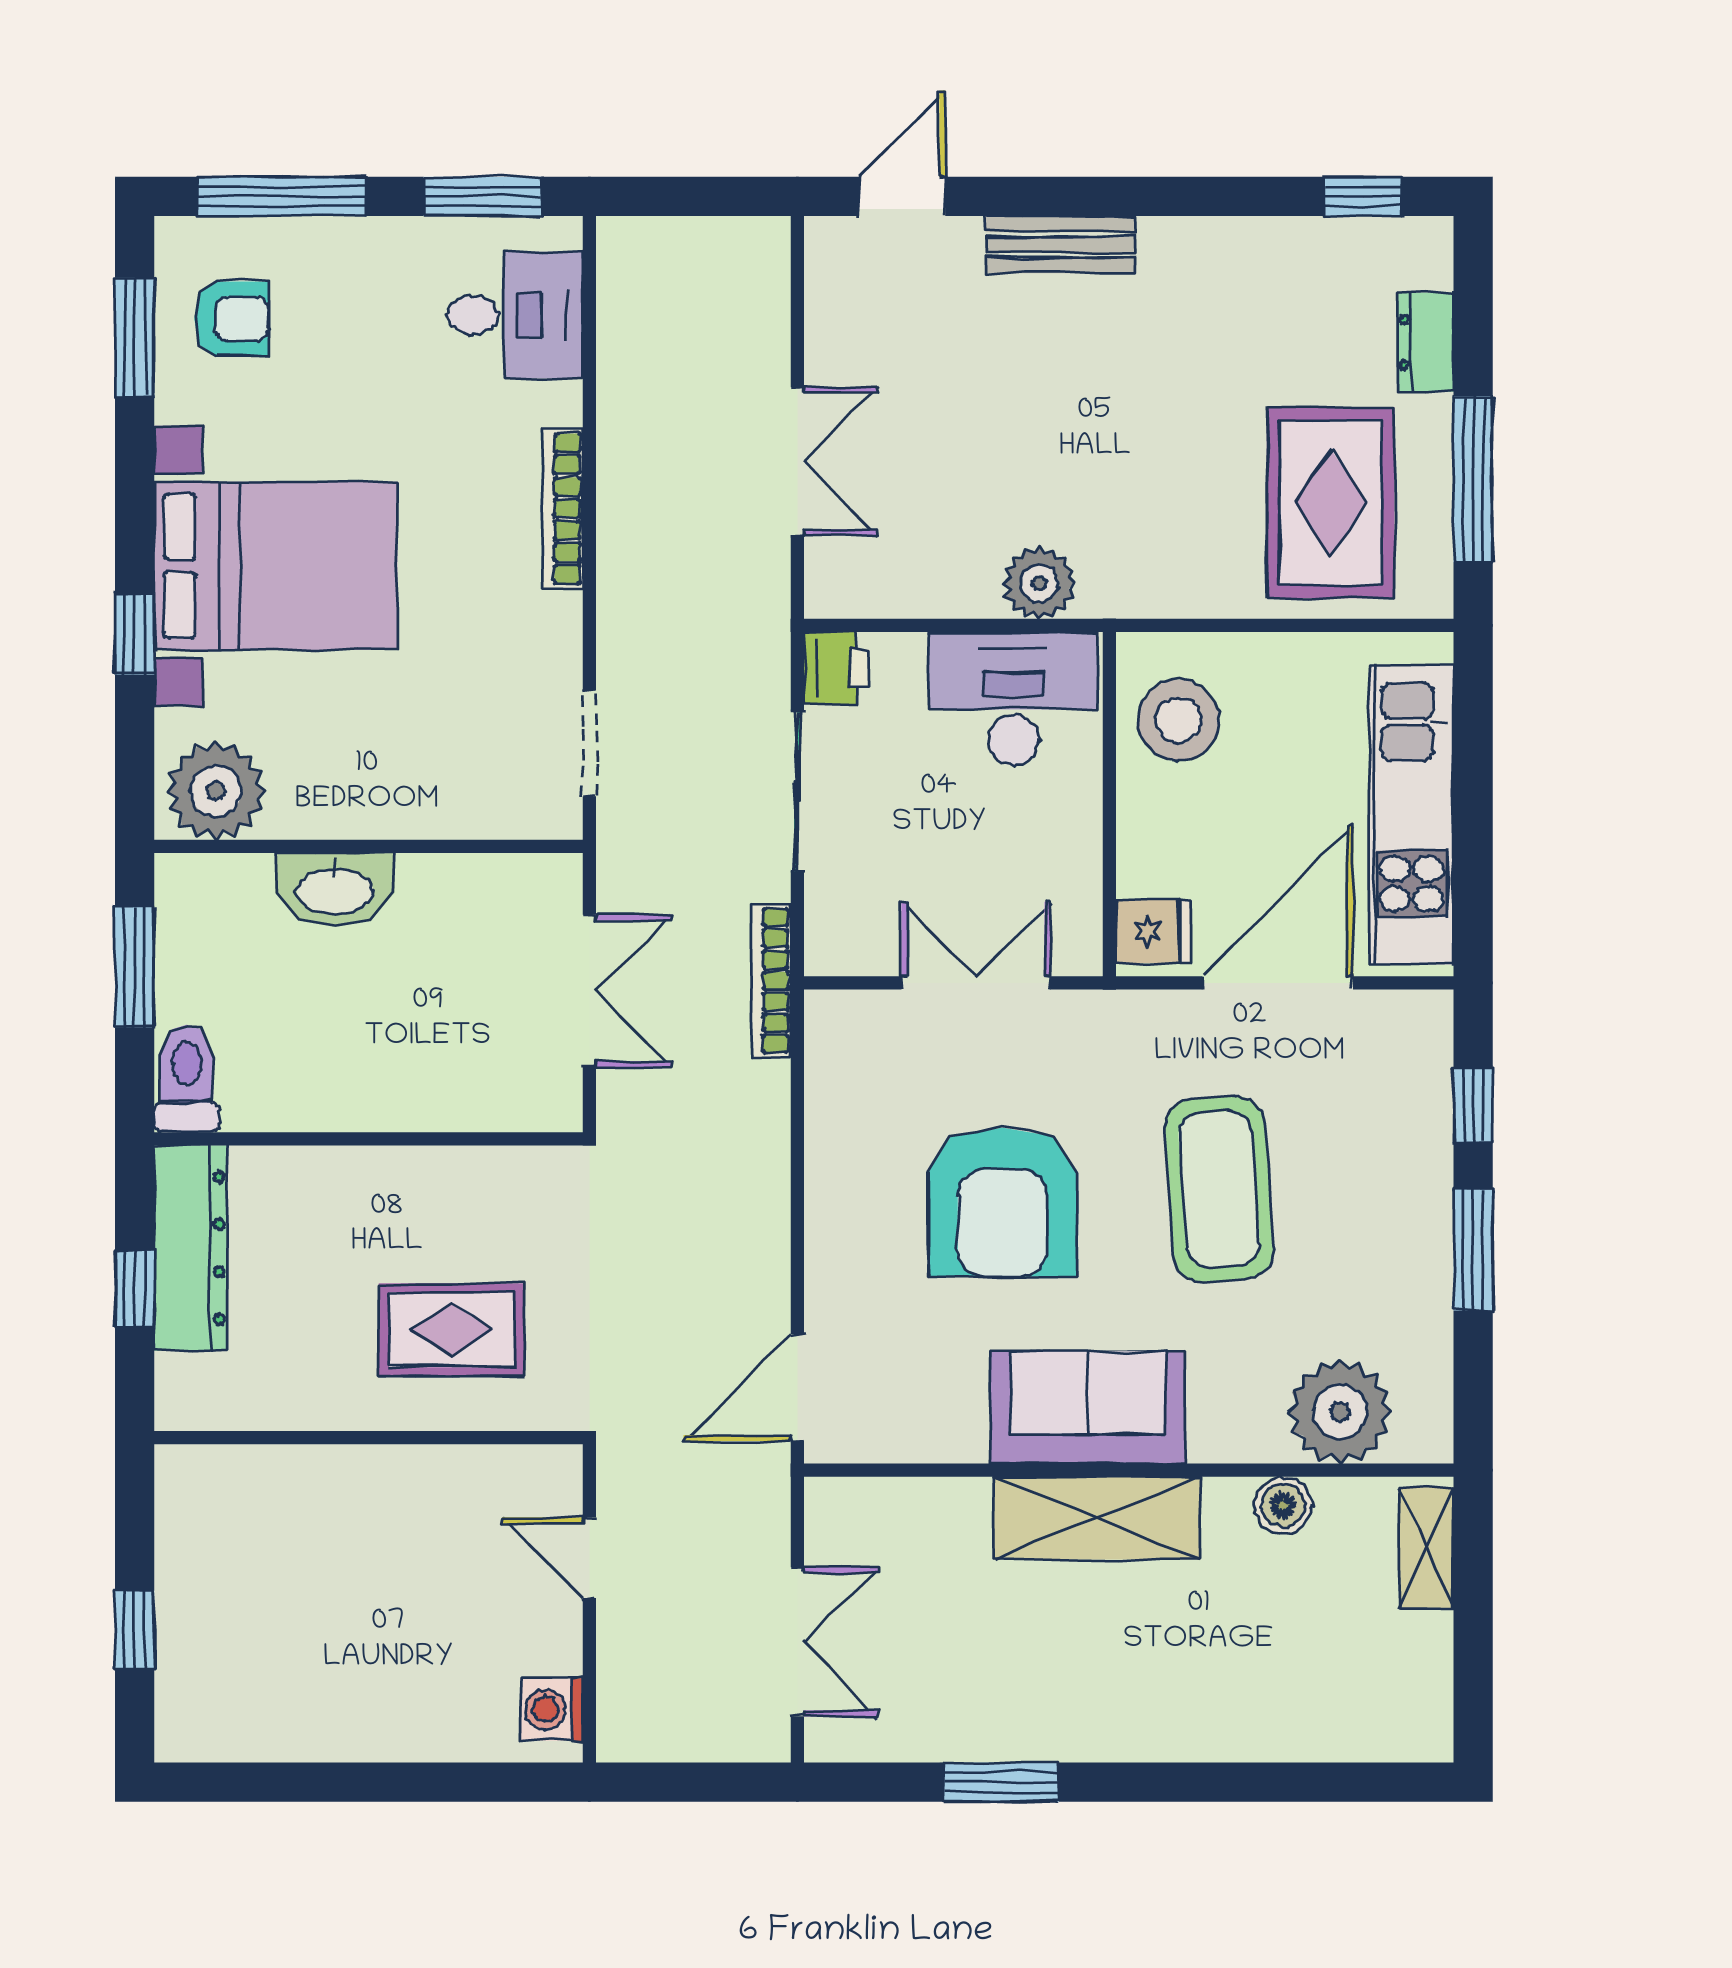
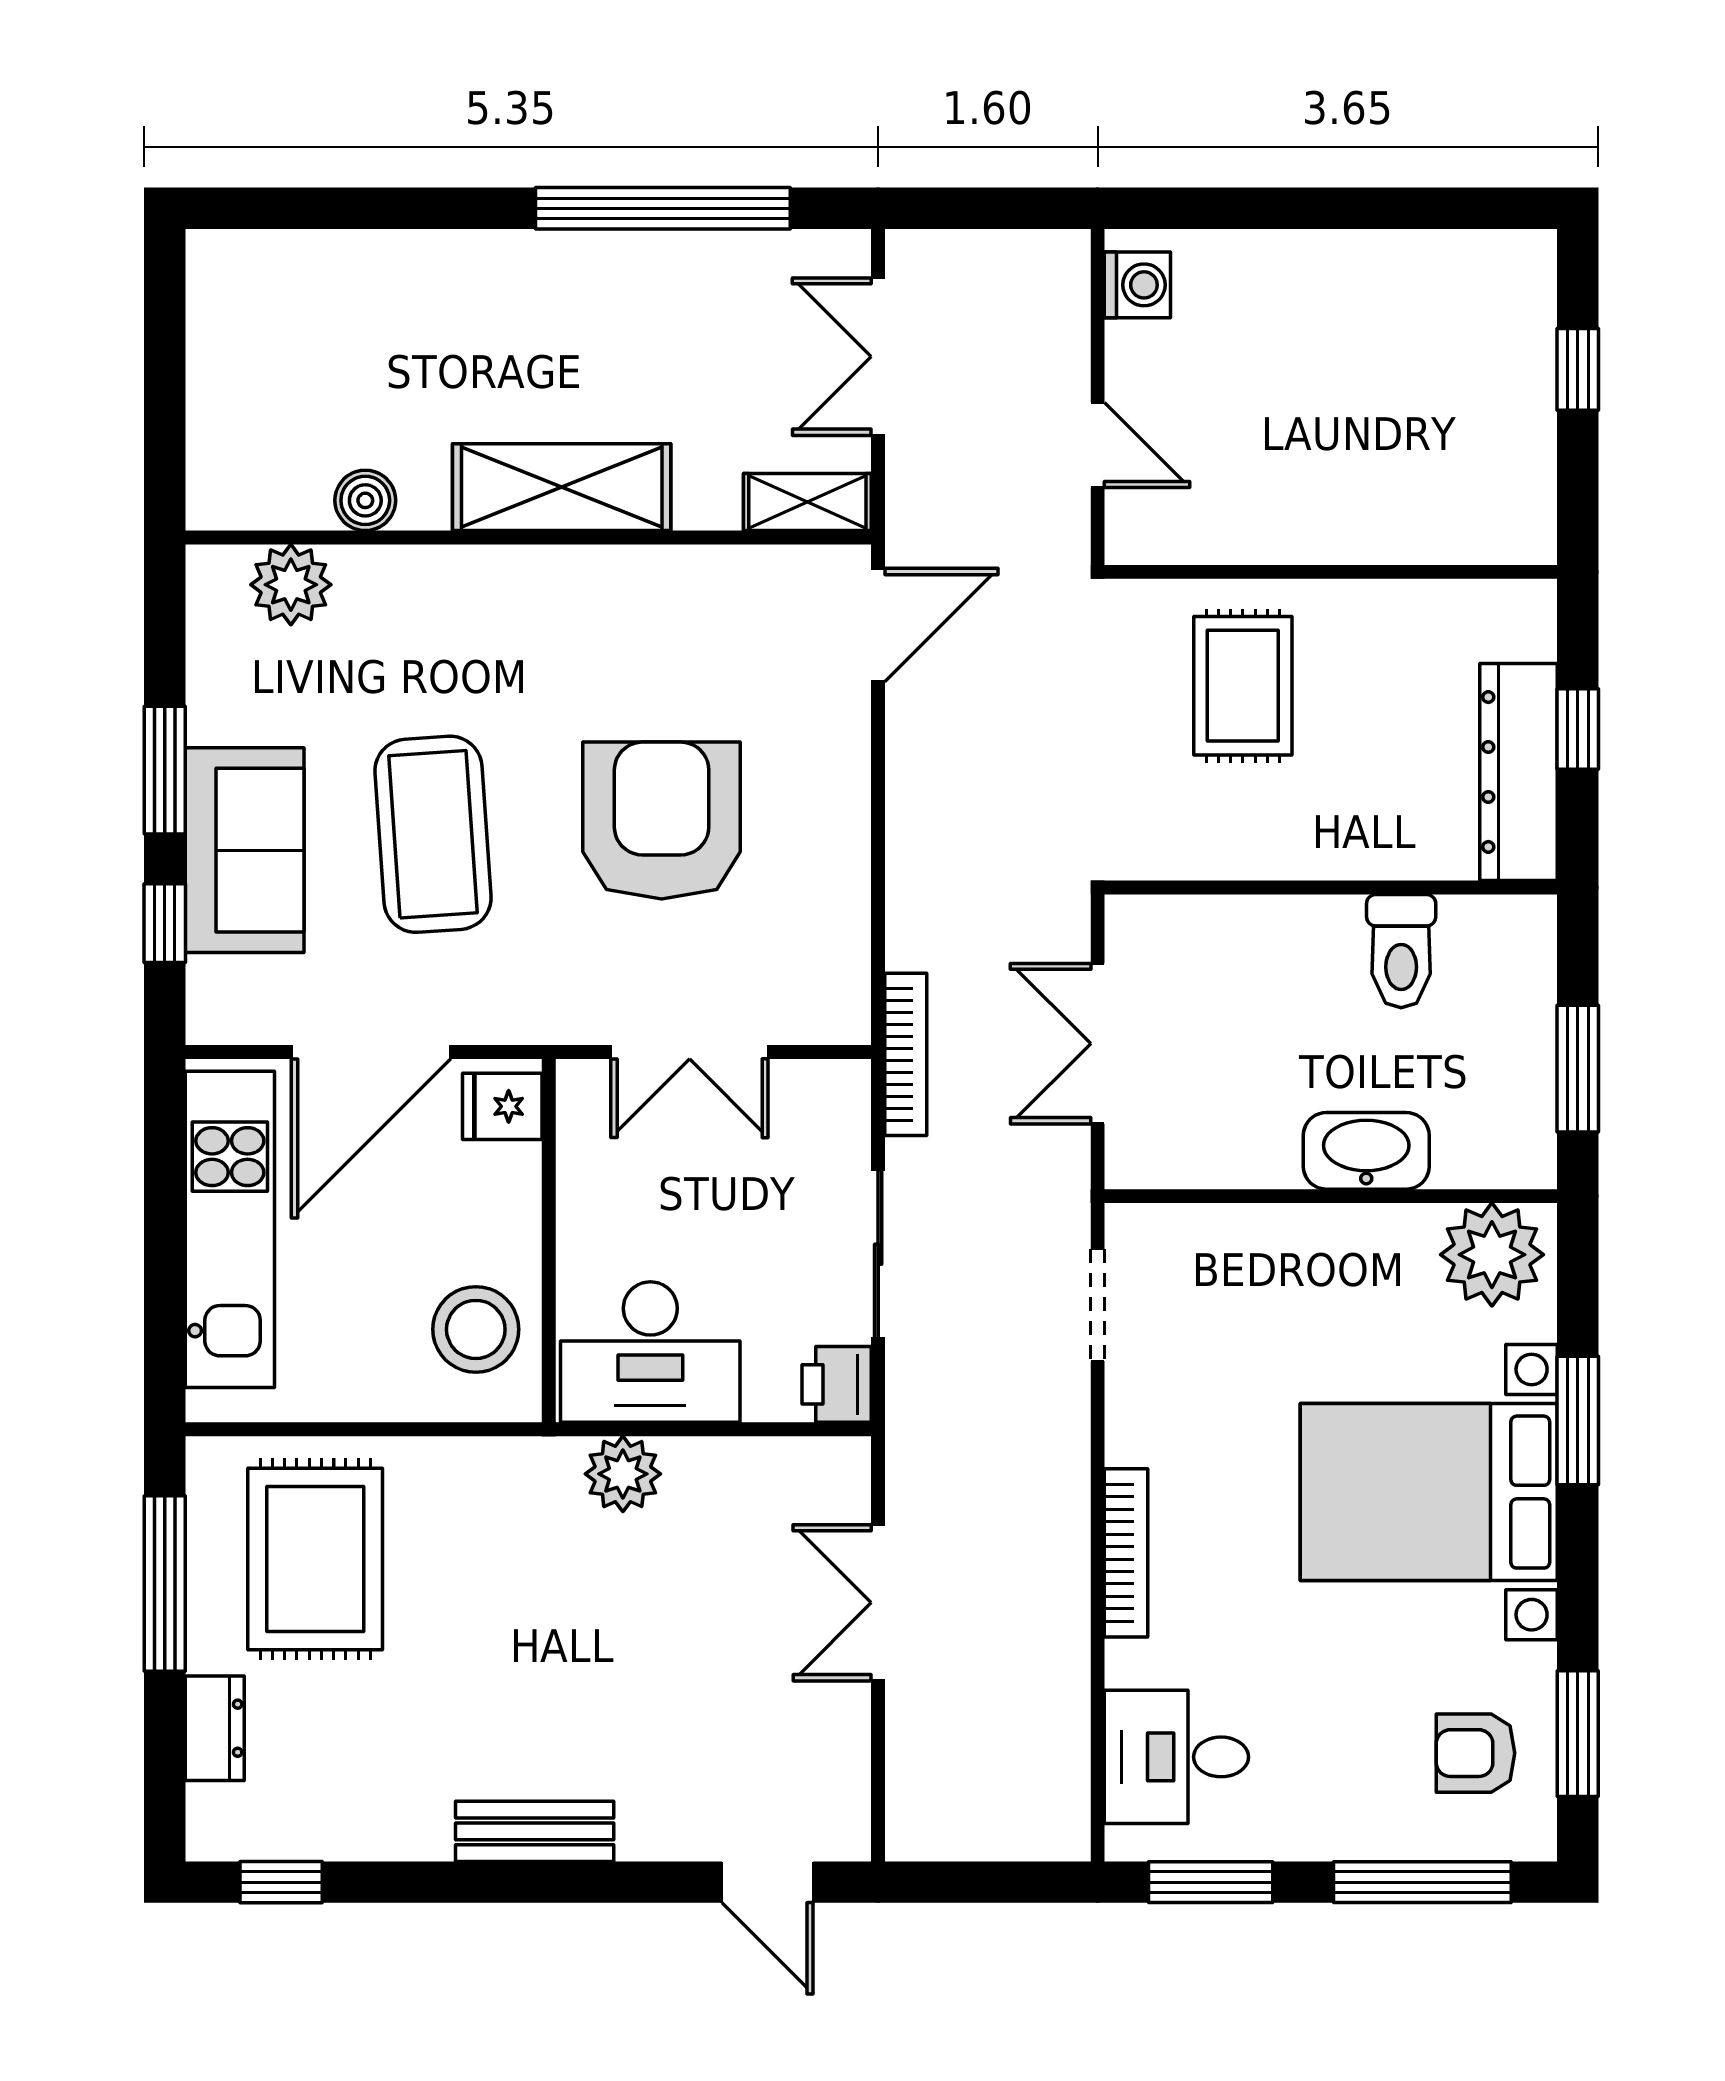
door: (902, 196) -> (768, 1882), hinge flipped
bench: (1060, 245) -> (535, 1831), moved
window: (135, 634) -> (1578, 1420), width x1.50
toilet: (187, 1078) -> (1401, 951), moved
rug: (452, 1330) -> (1243, 686), turned 90
sofa: (1088, 1408) -> (245, 850), moved, turned -90
plant: (1340, 1412) -> (291, 585), width x0.73, depth x0.73
shelving: (1426, 1548) -> (807, 502), moved, turned 90
window: (1001, 1782) -> (663, 208), width x2.11

